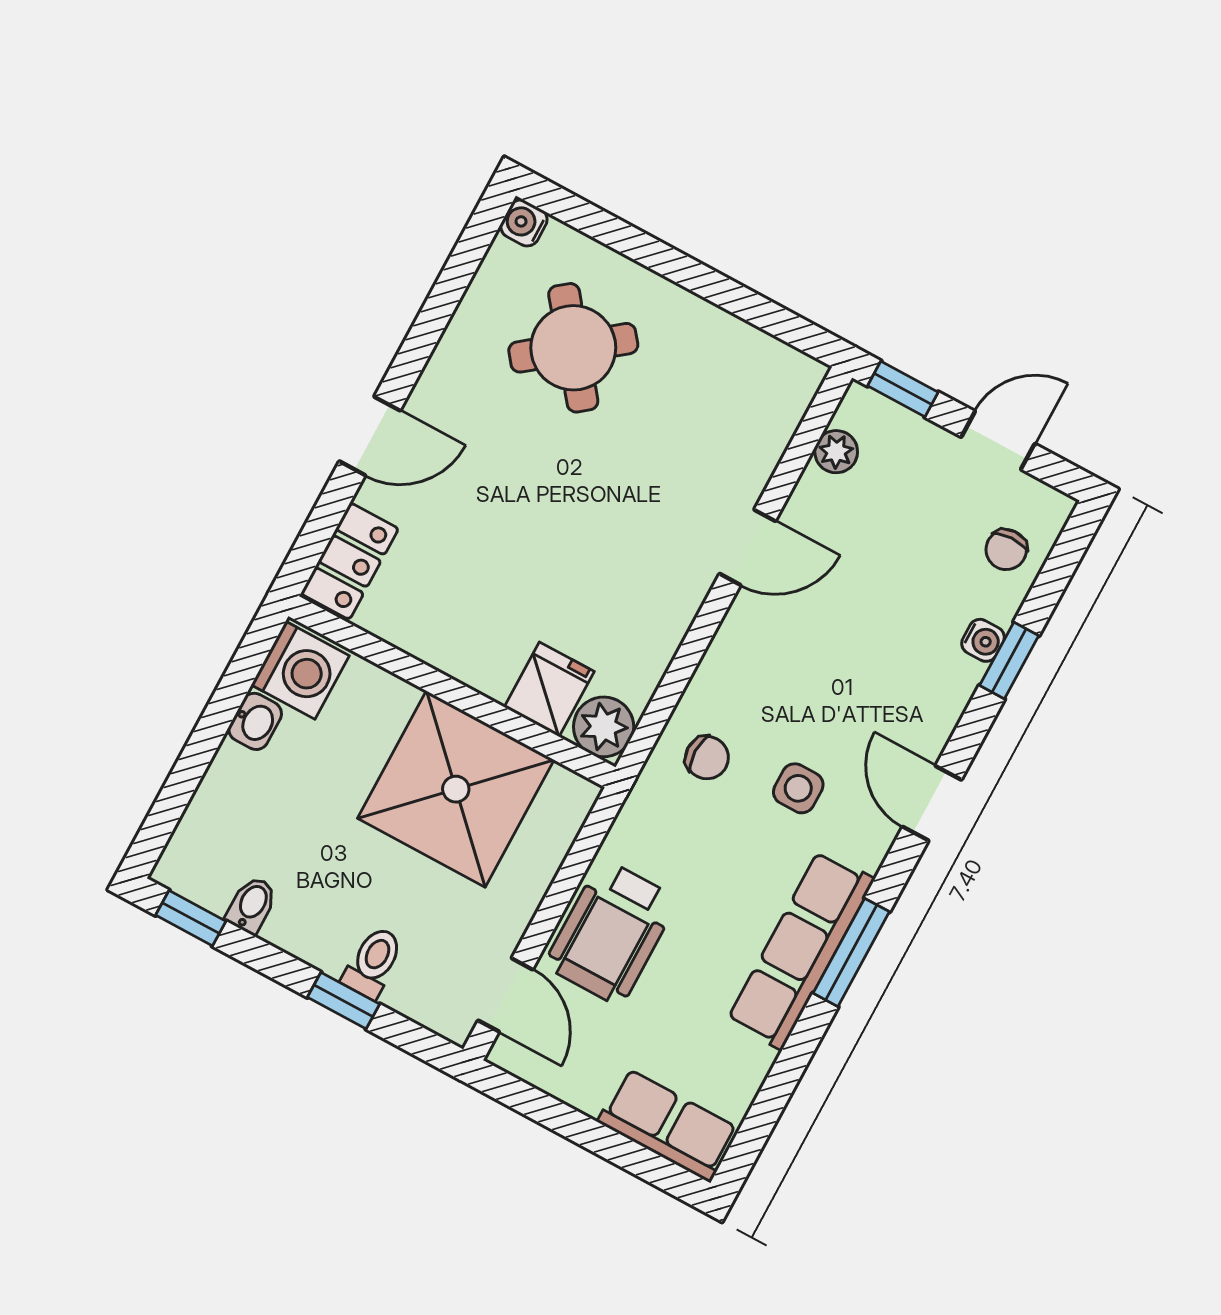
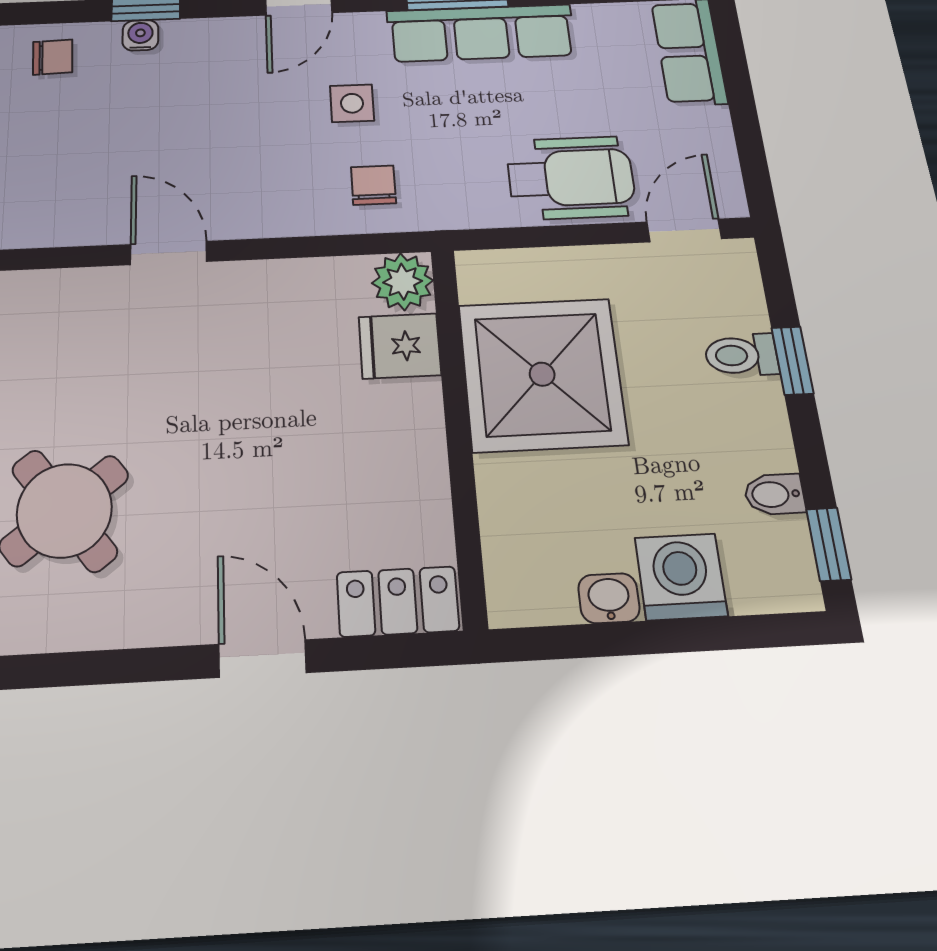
plant: (836, 452) -> (40, 228), removed
washing machine: (300, 670) -> (681, 577), moved

